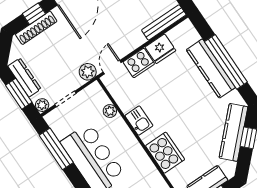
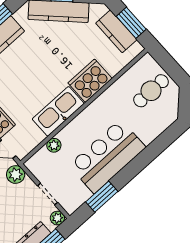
kitchen sink: (139, 121) -> (58, 111), width x1.87, depth x1.24
window: (56, 149) -> (102, 197), width x0.69

